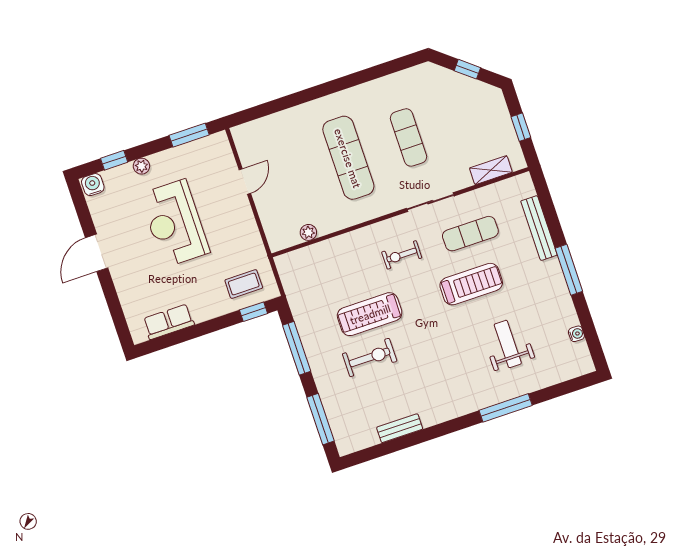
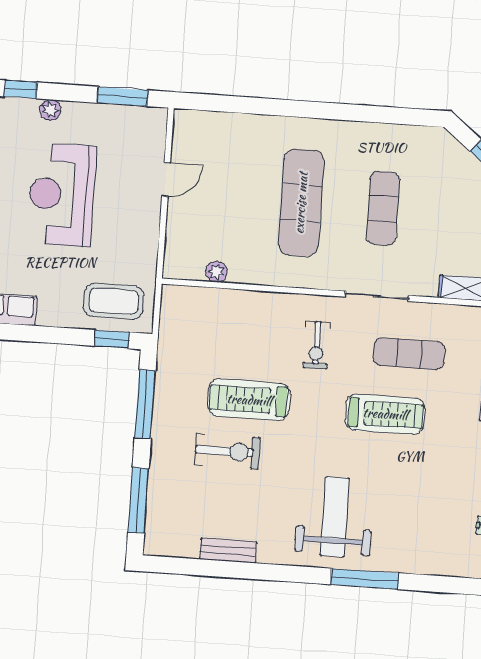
exercise bike: (402, 255) -> (317, 345), turned -90
coffee table: (244, 284) -> (114, 301), width x1.36, depth x1.30
weight bench: (508, 344) -> (335, 517), moved, width x1.36, depth x1.33

